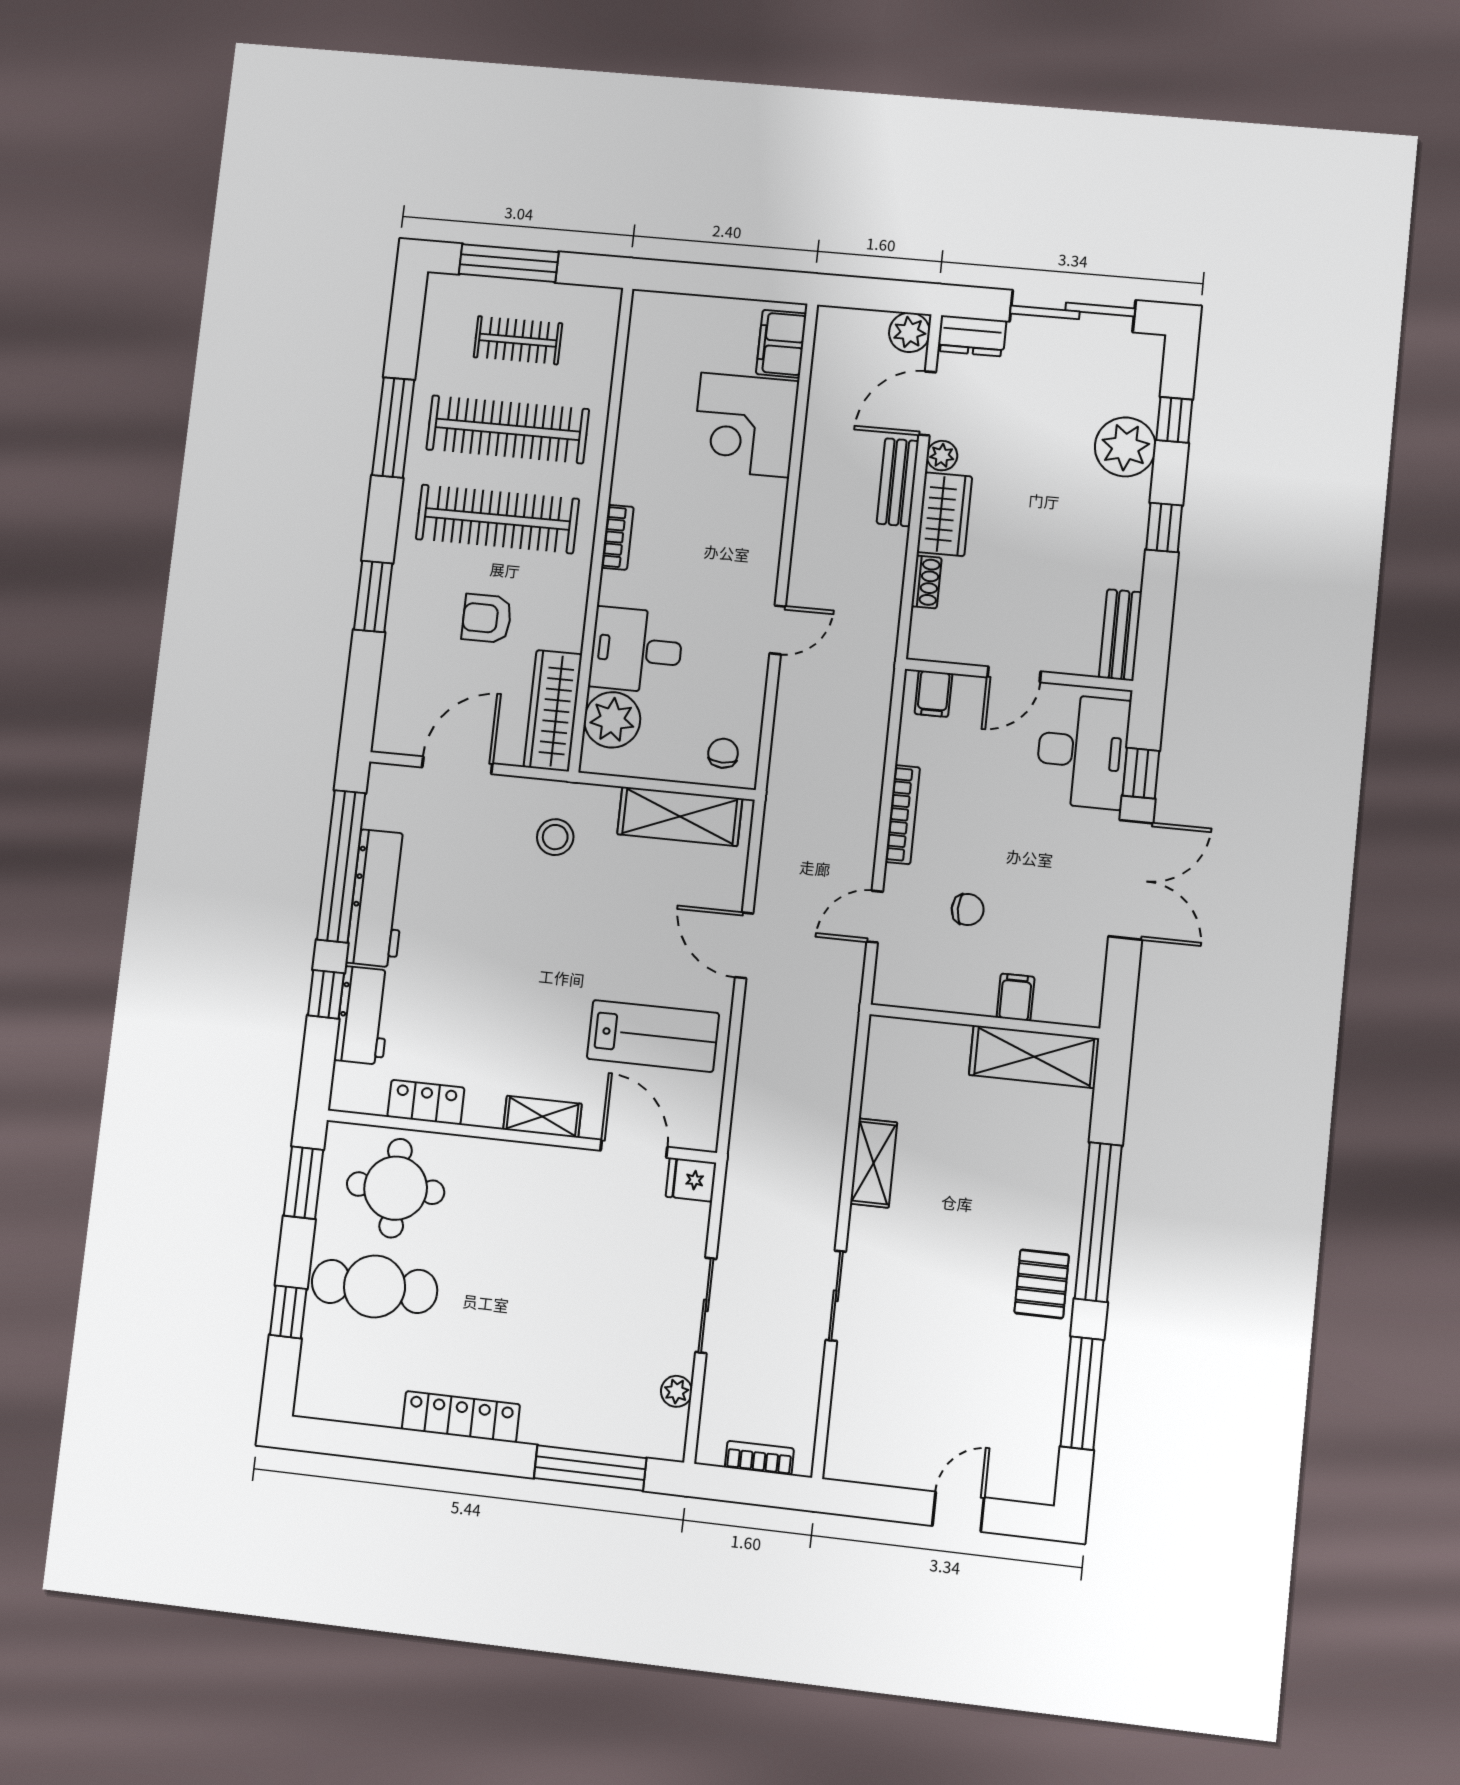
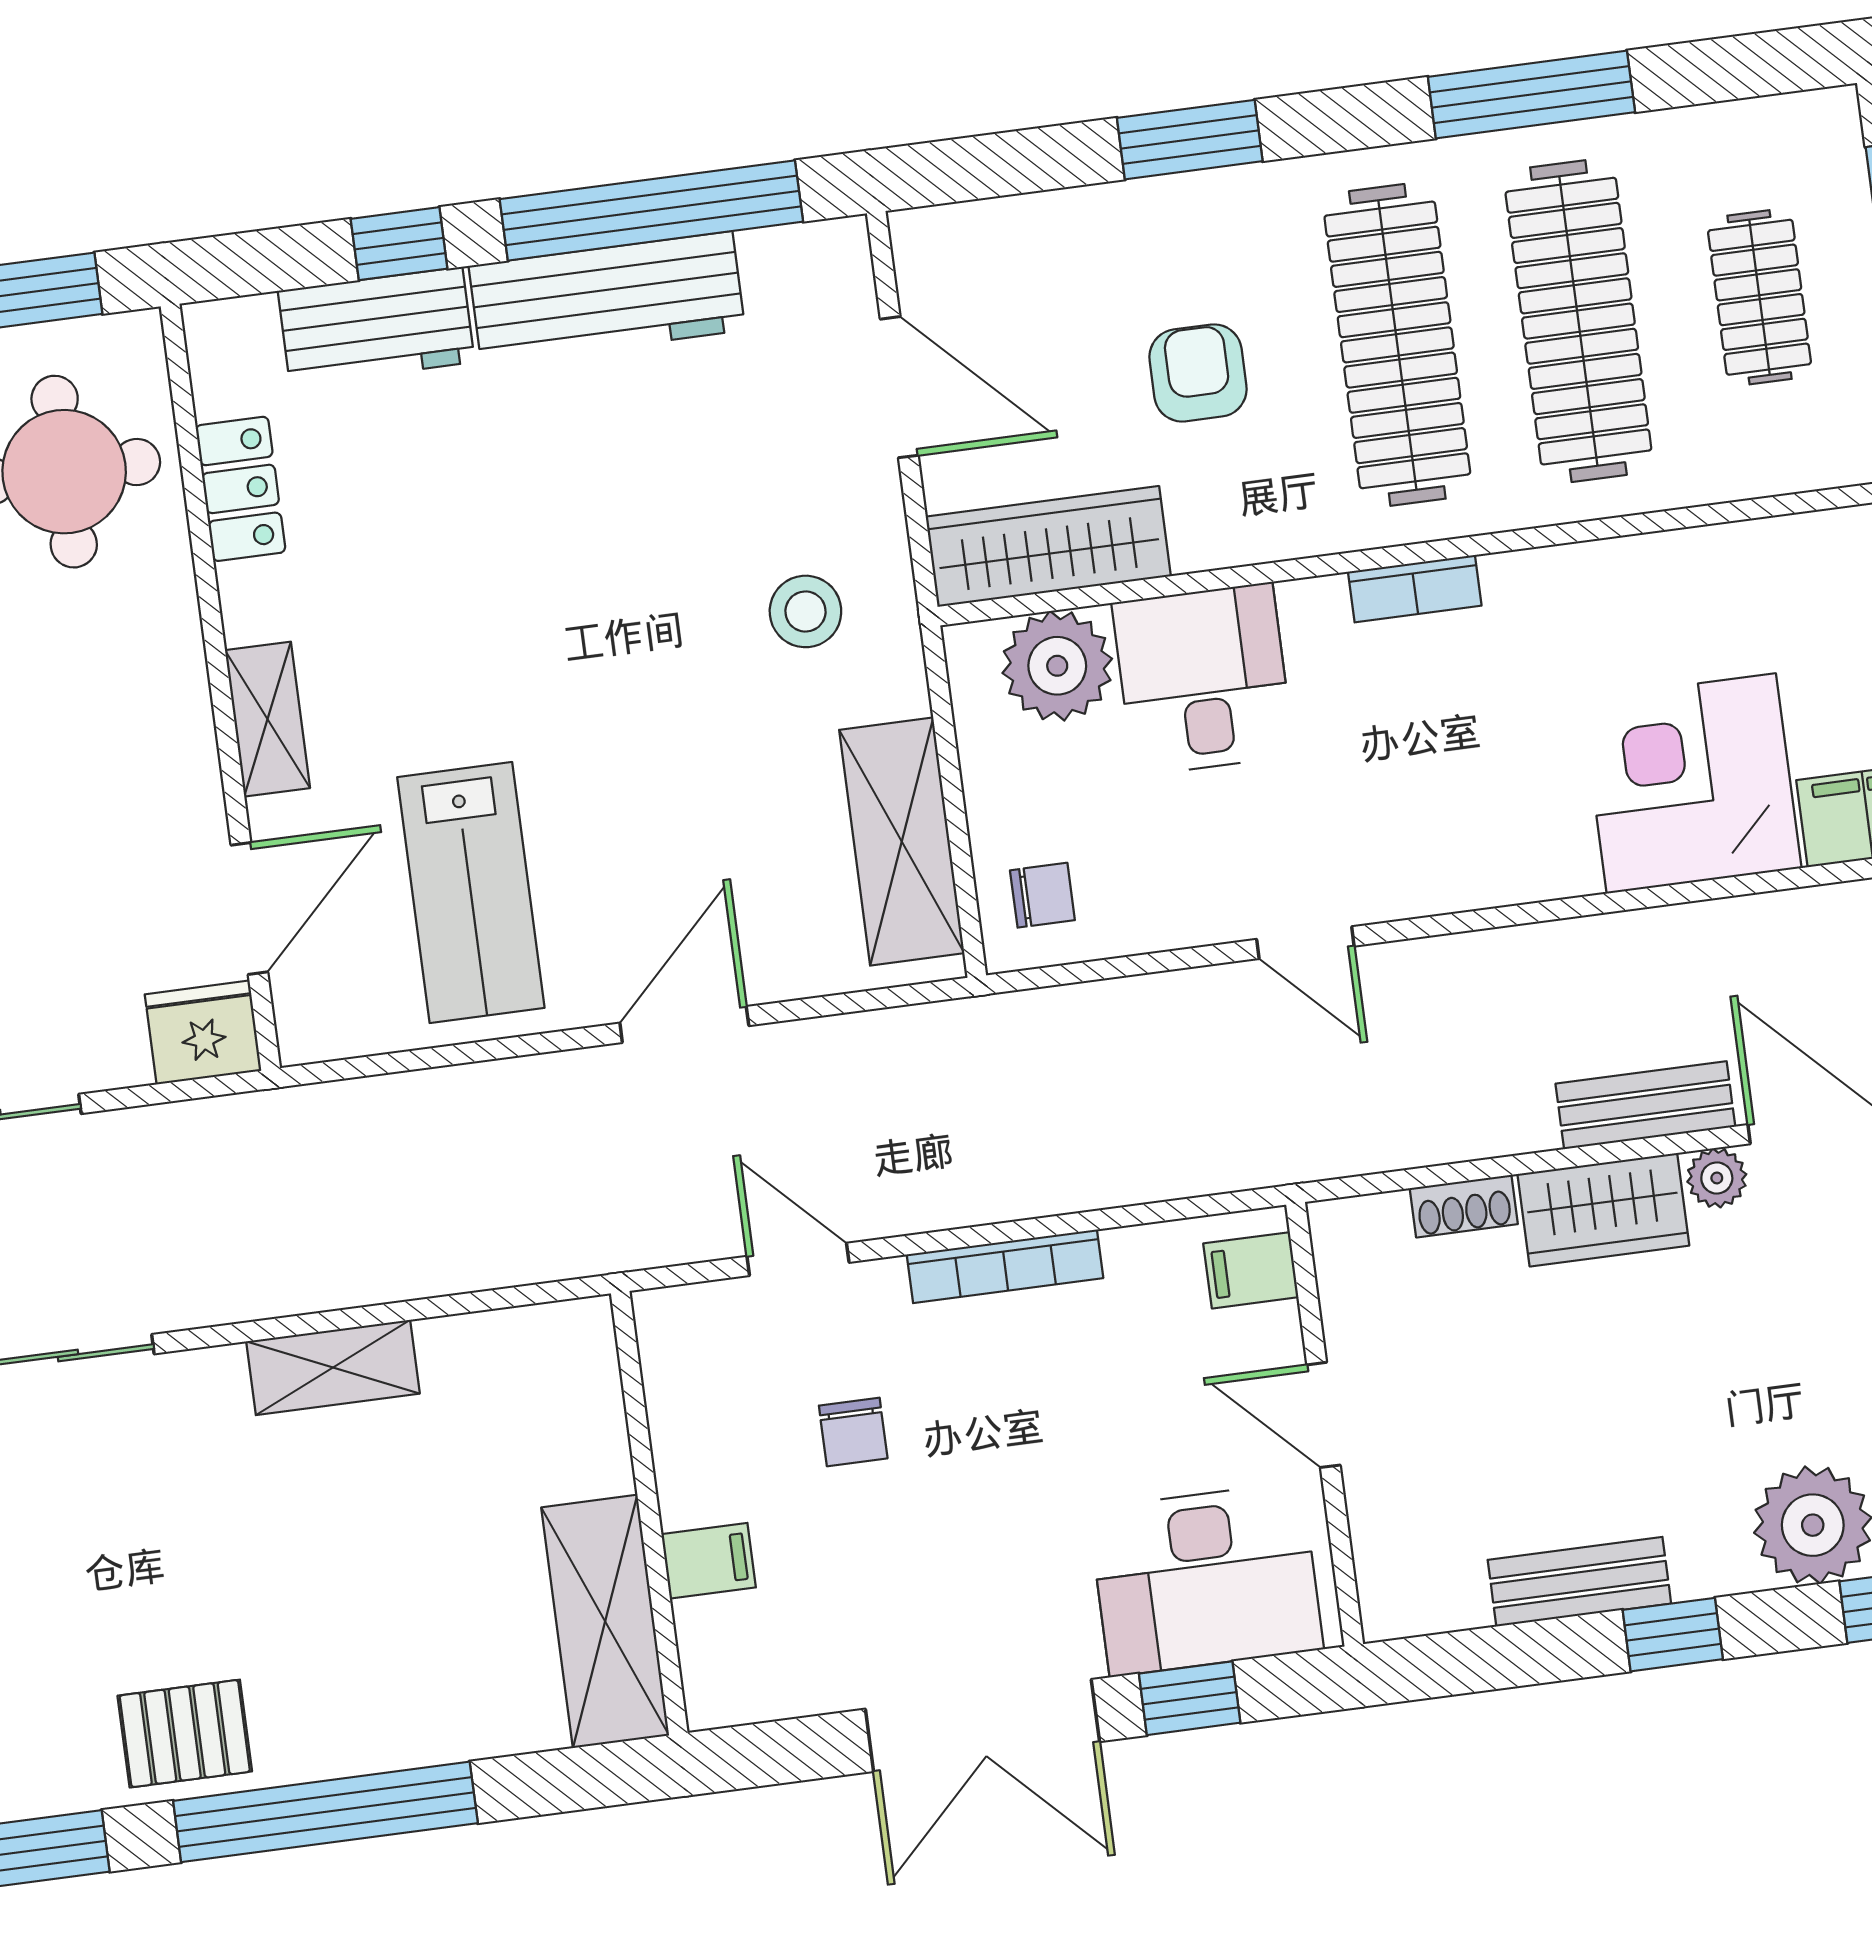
bench: (1120, 635) -> (1579, 1582), moved
fridge: (691, 1180) -> (203, 1032), width x1.38

